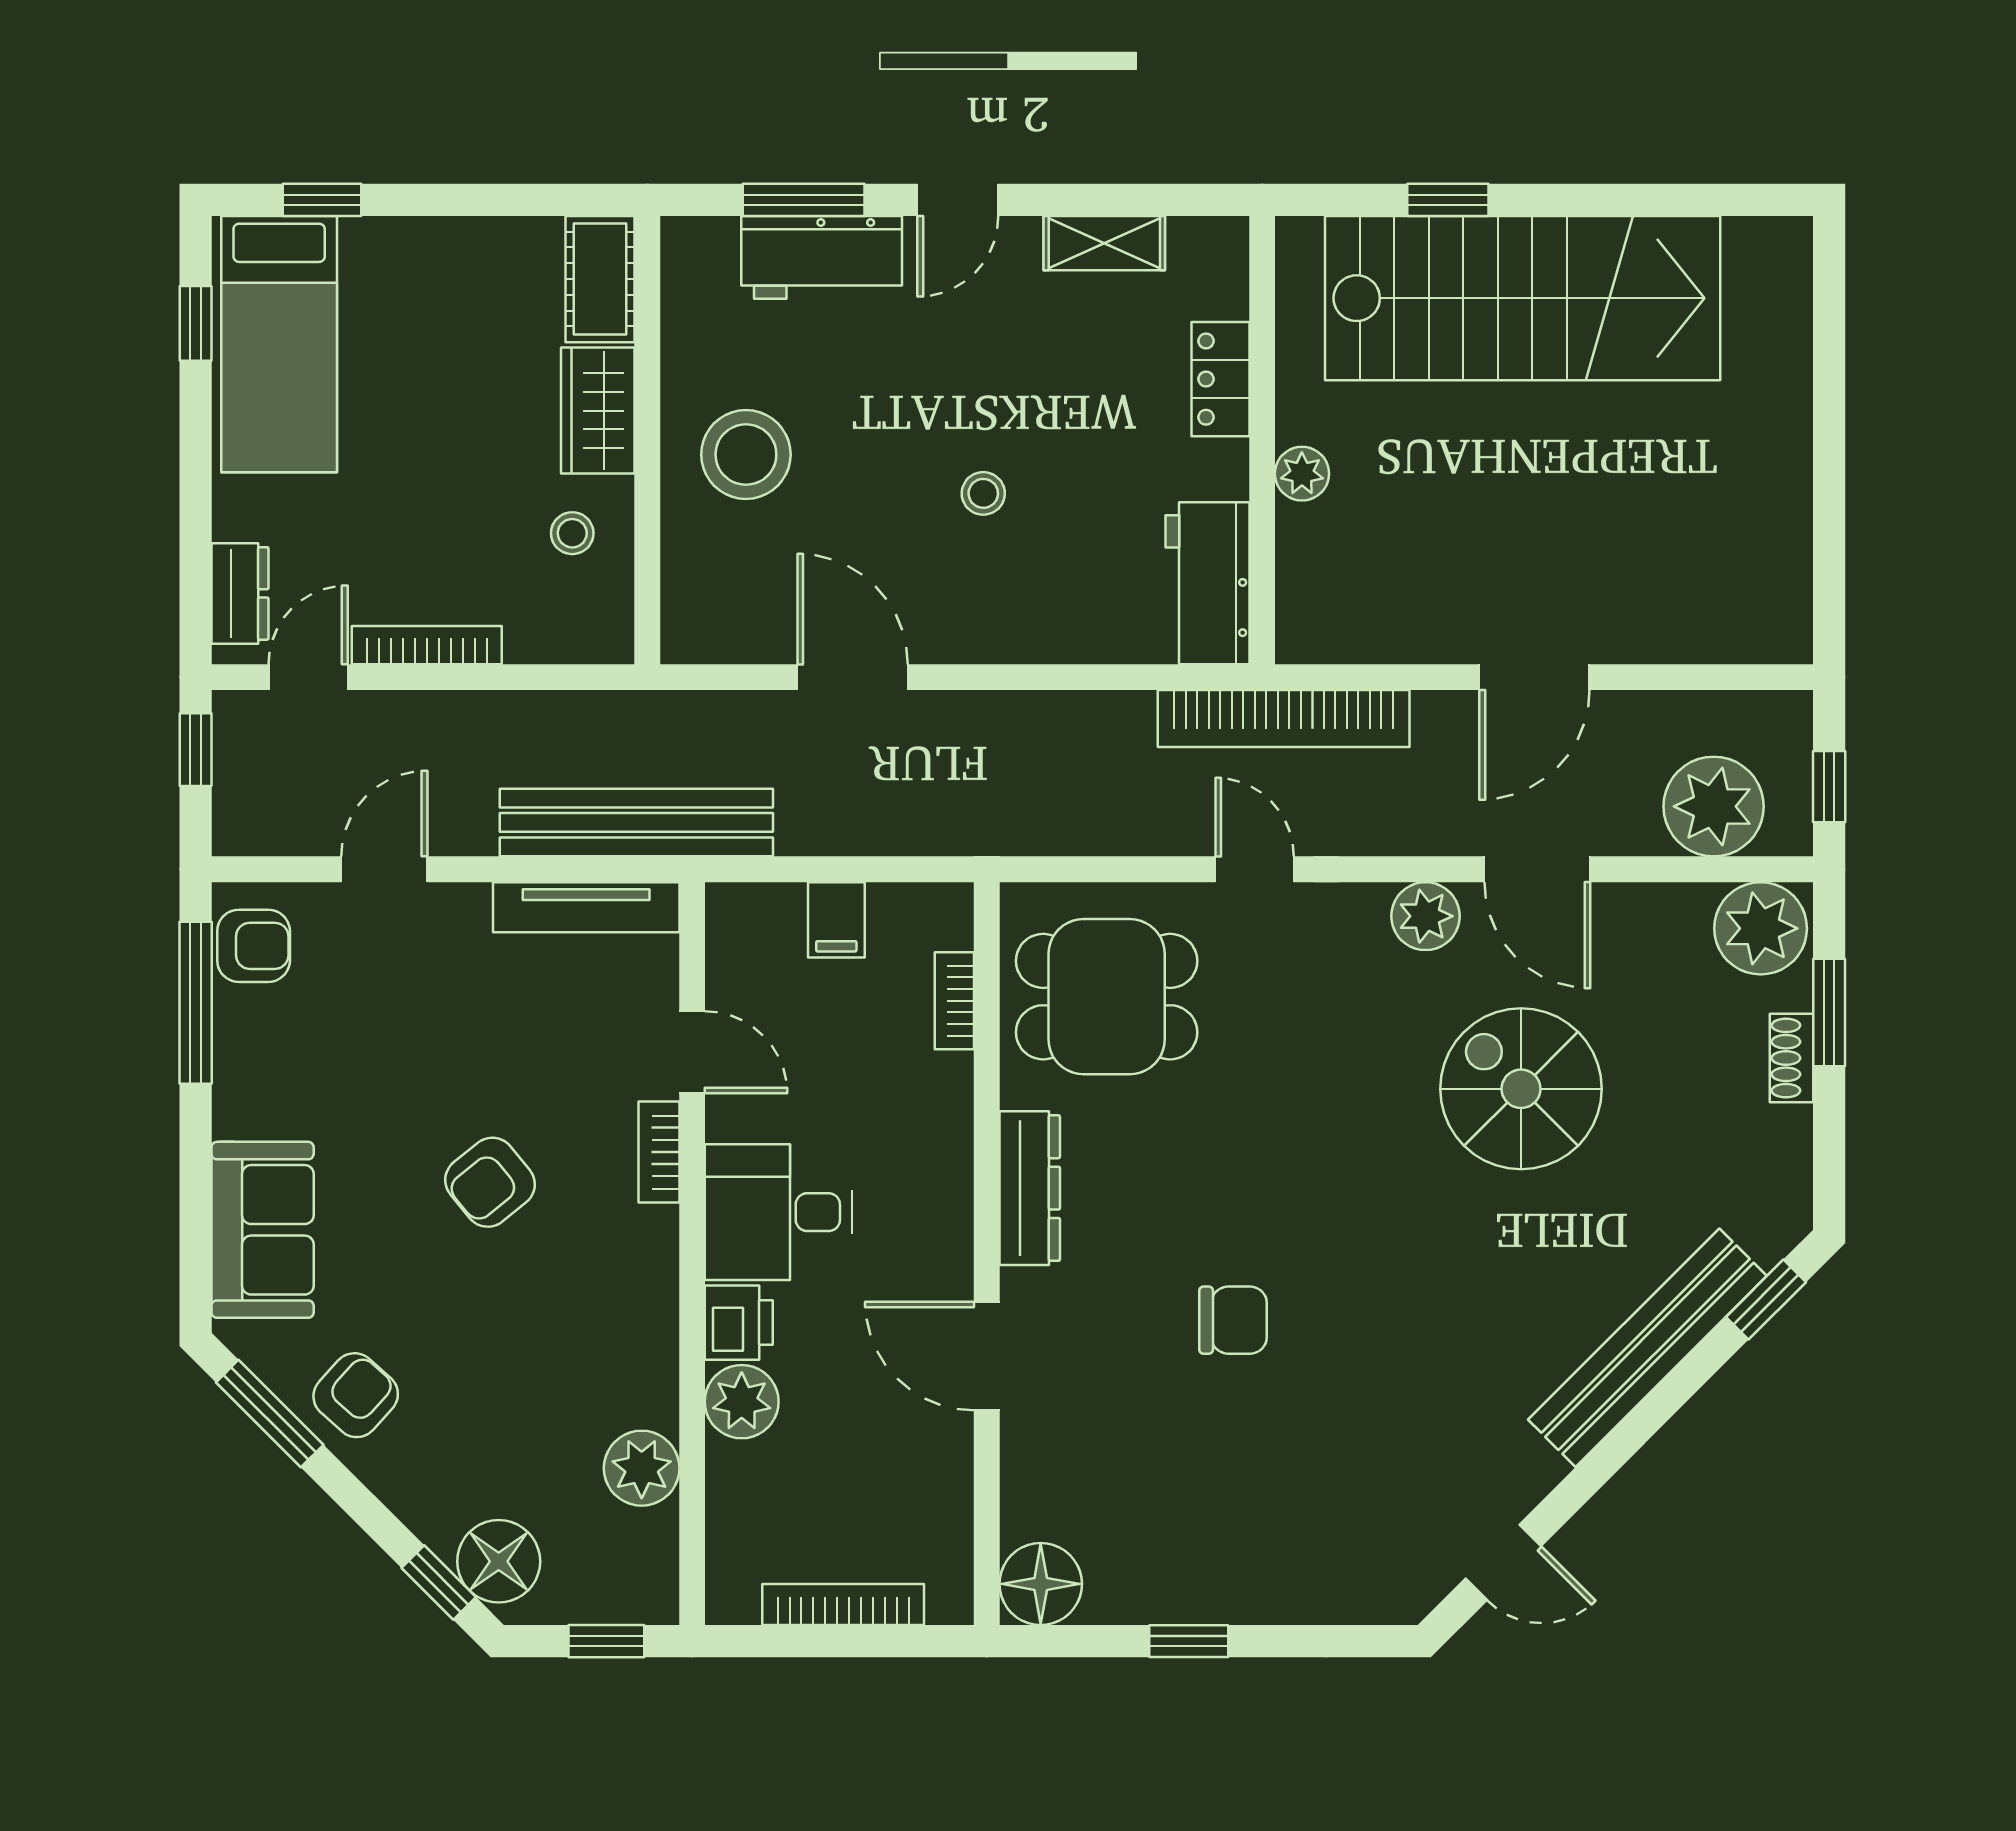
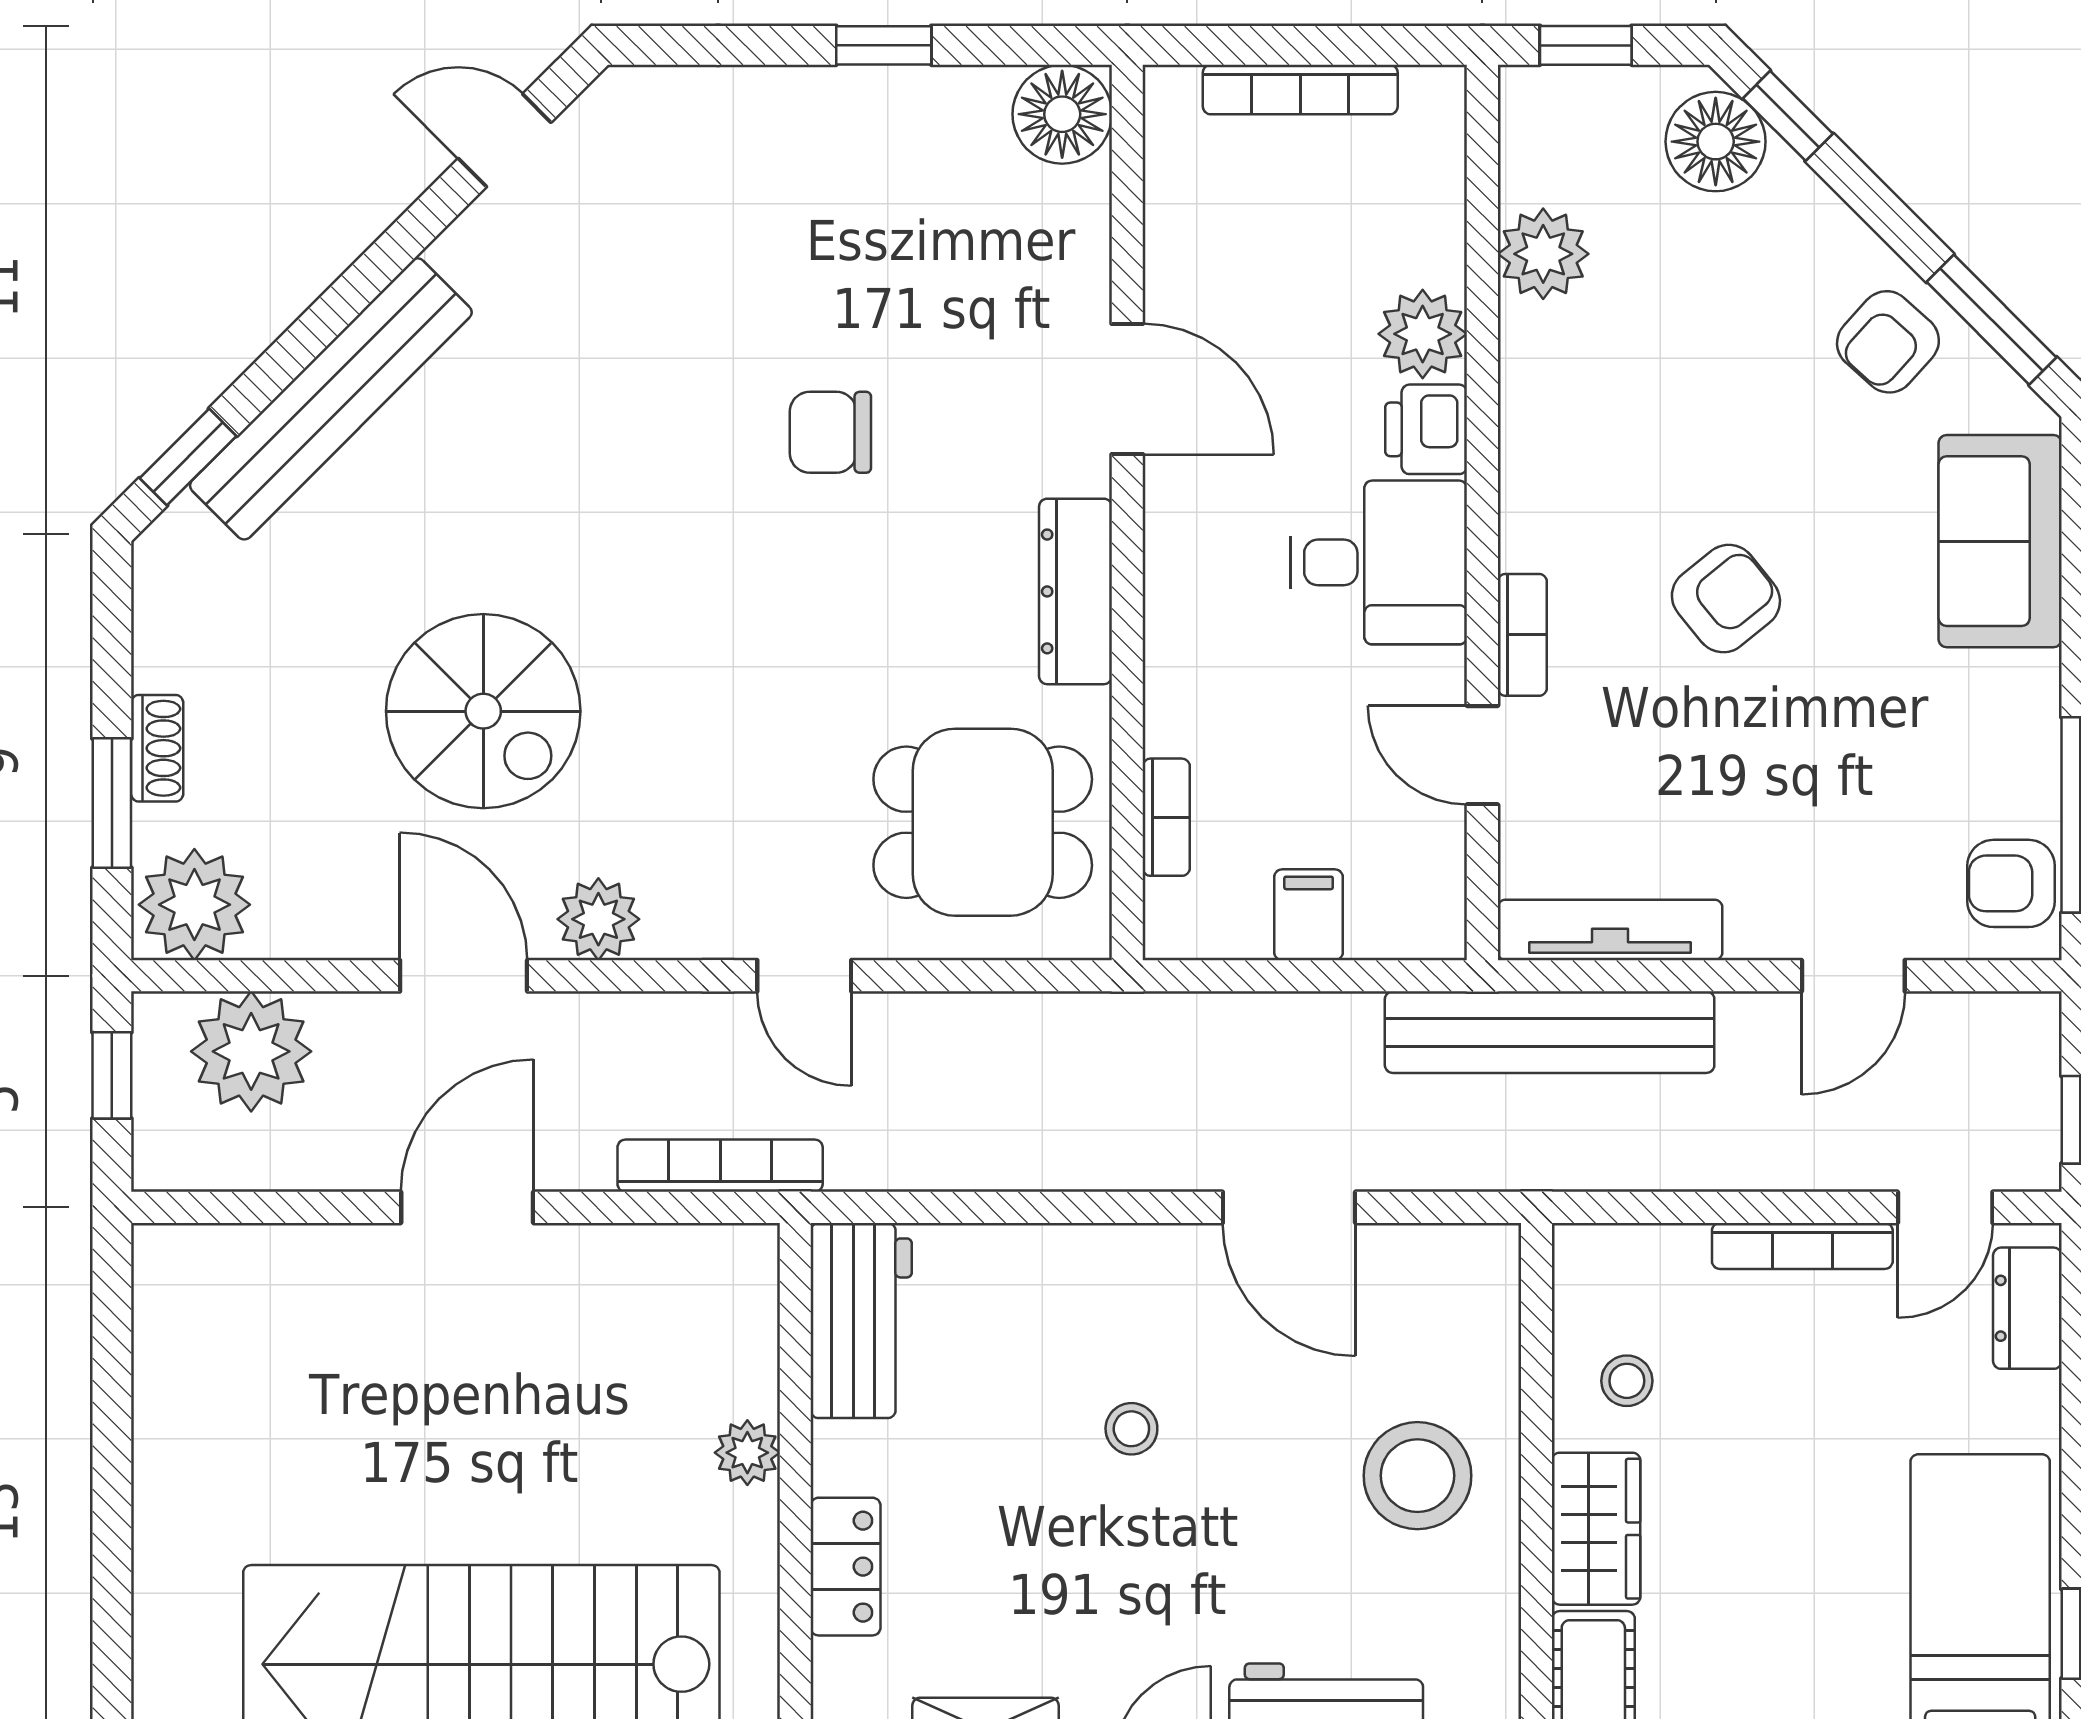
bookcase: (1284, 718) -> (720, 1166), width x0.68, depth x0.76

